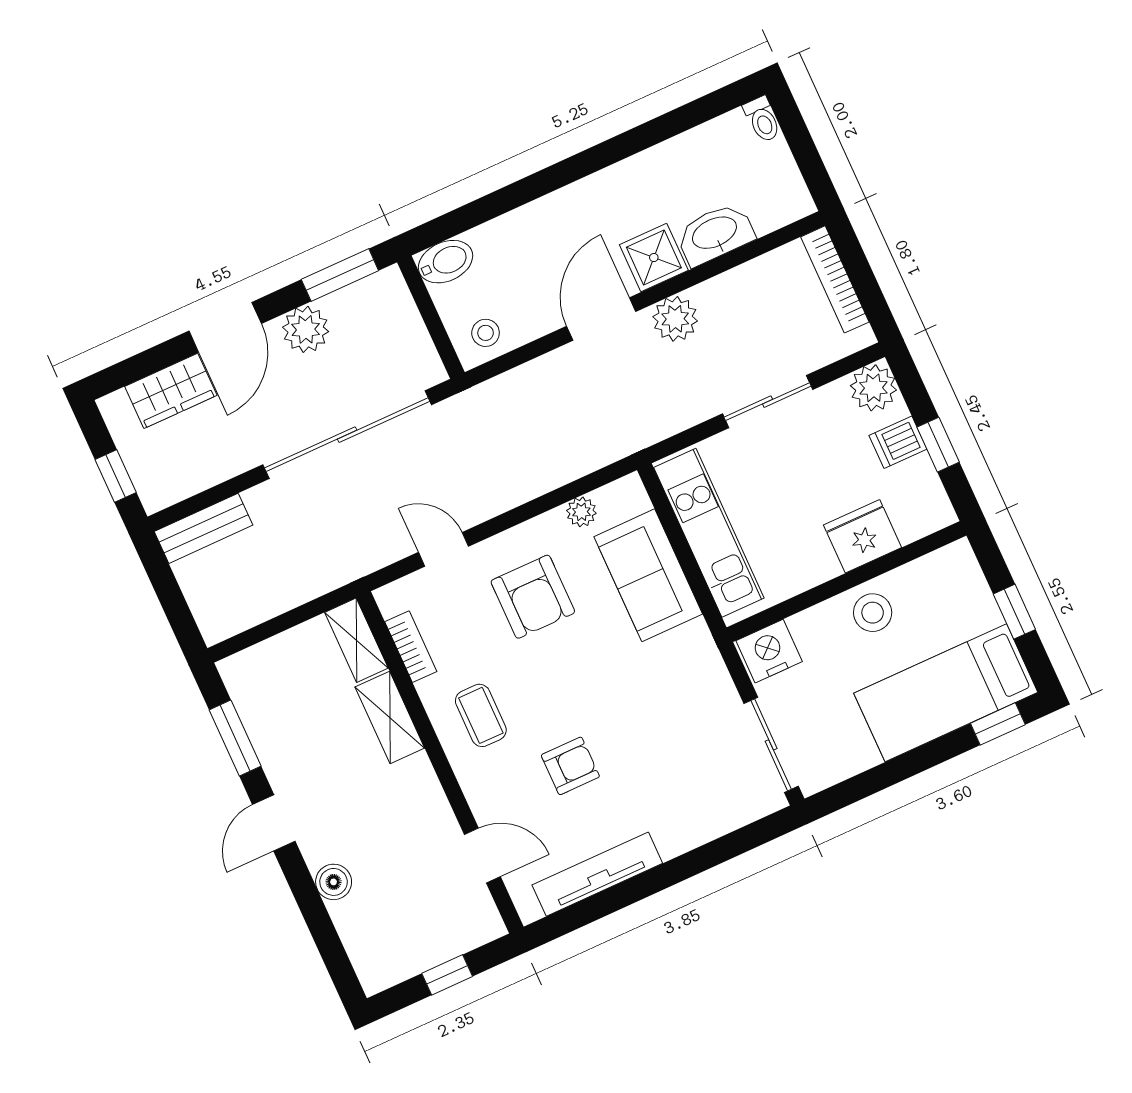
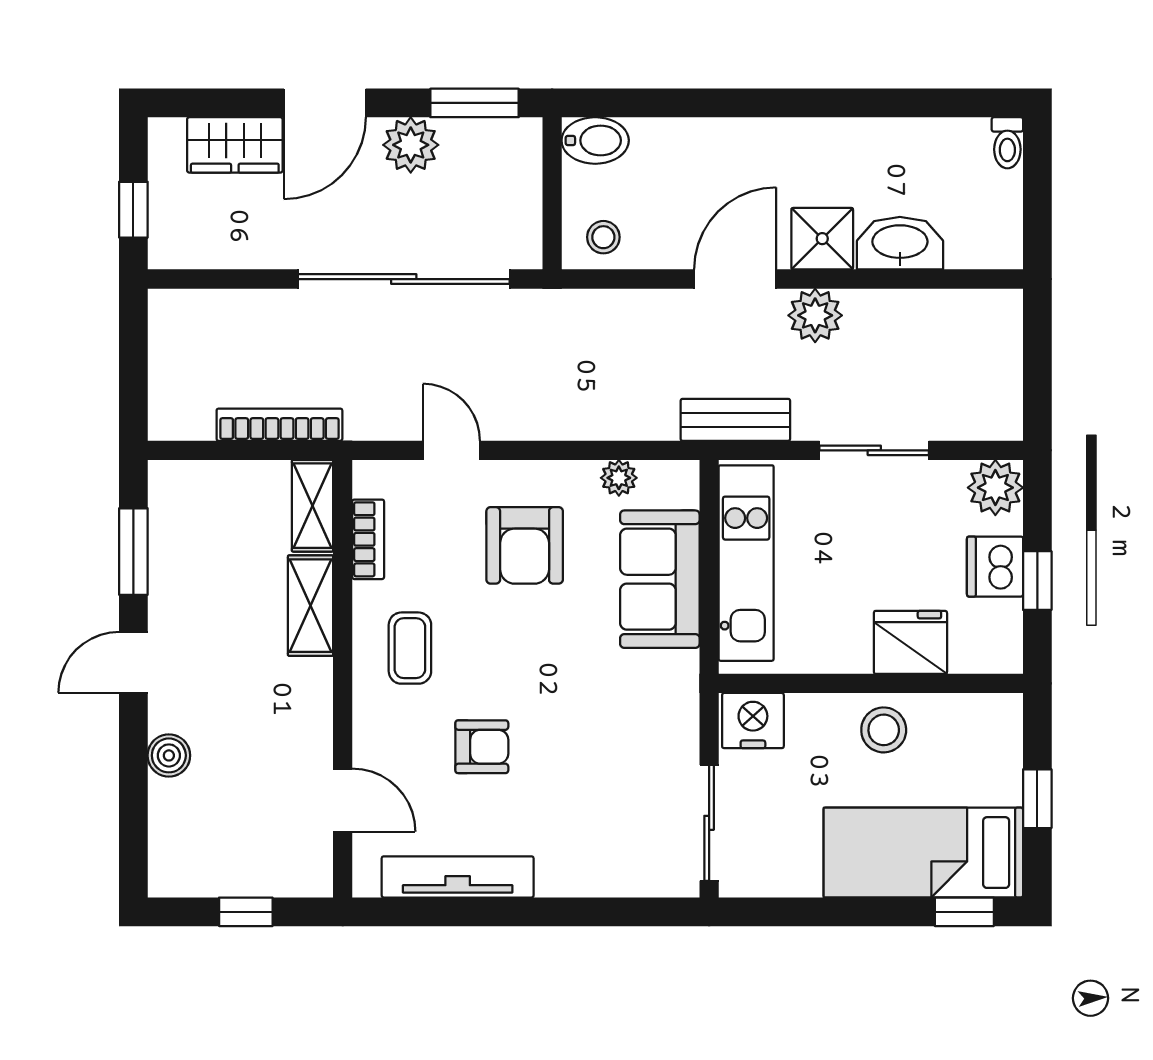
bookcase: (835, 279) -> (279, 425), moved, turned 90
dishwasher: (898, 442) -> (995, 567), width x1.38
bench: (204, 528) -> (735, 420), moved

